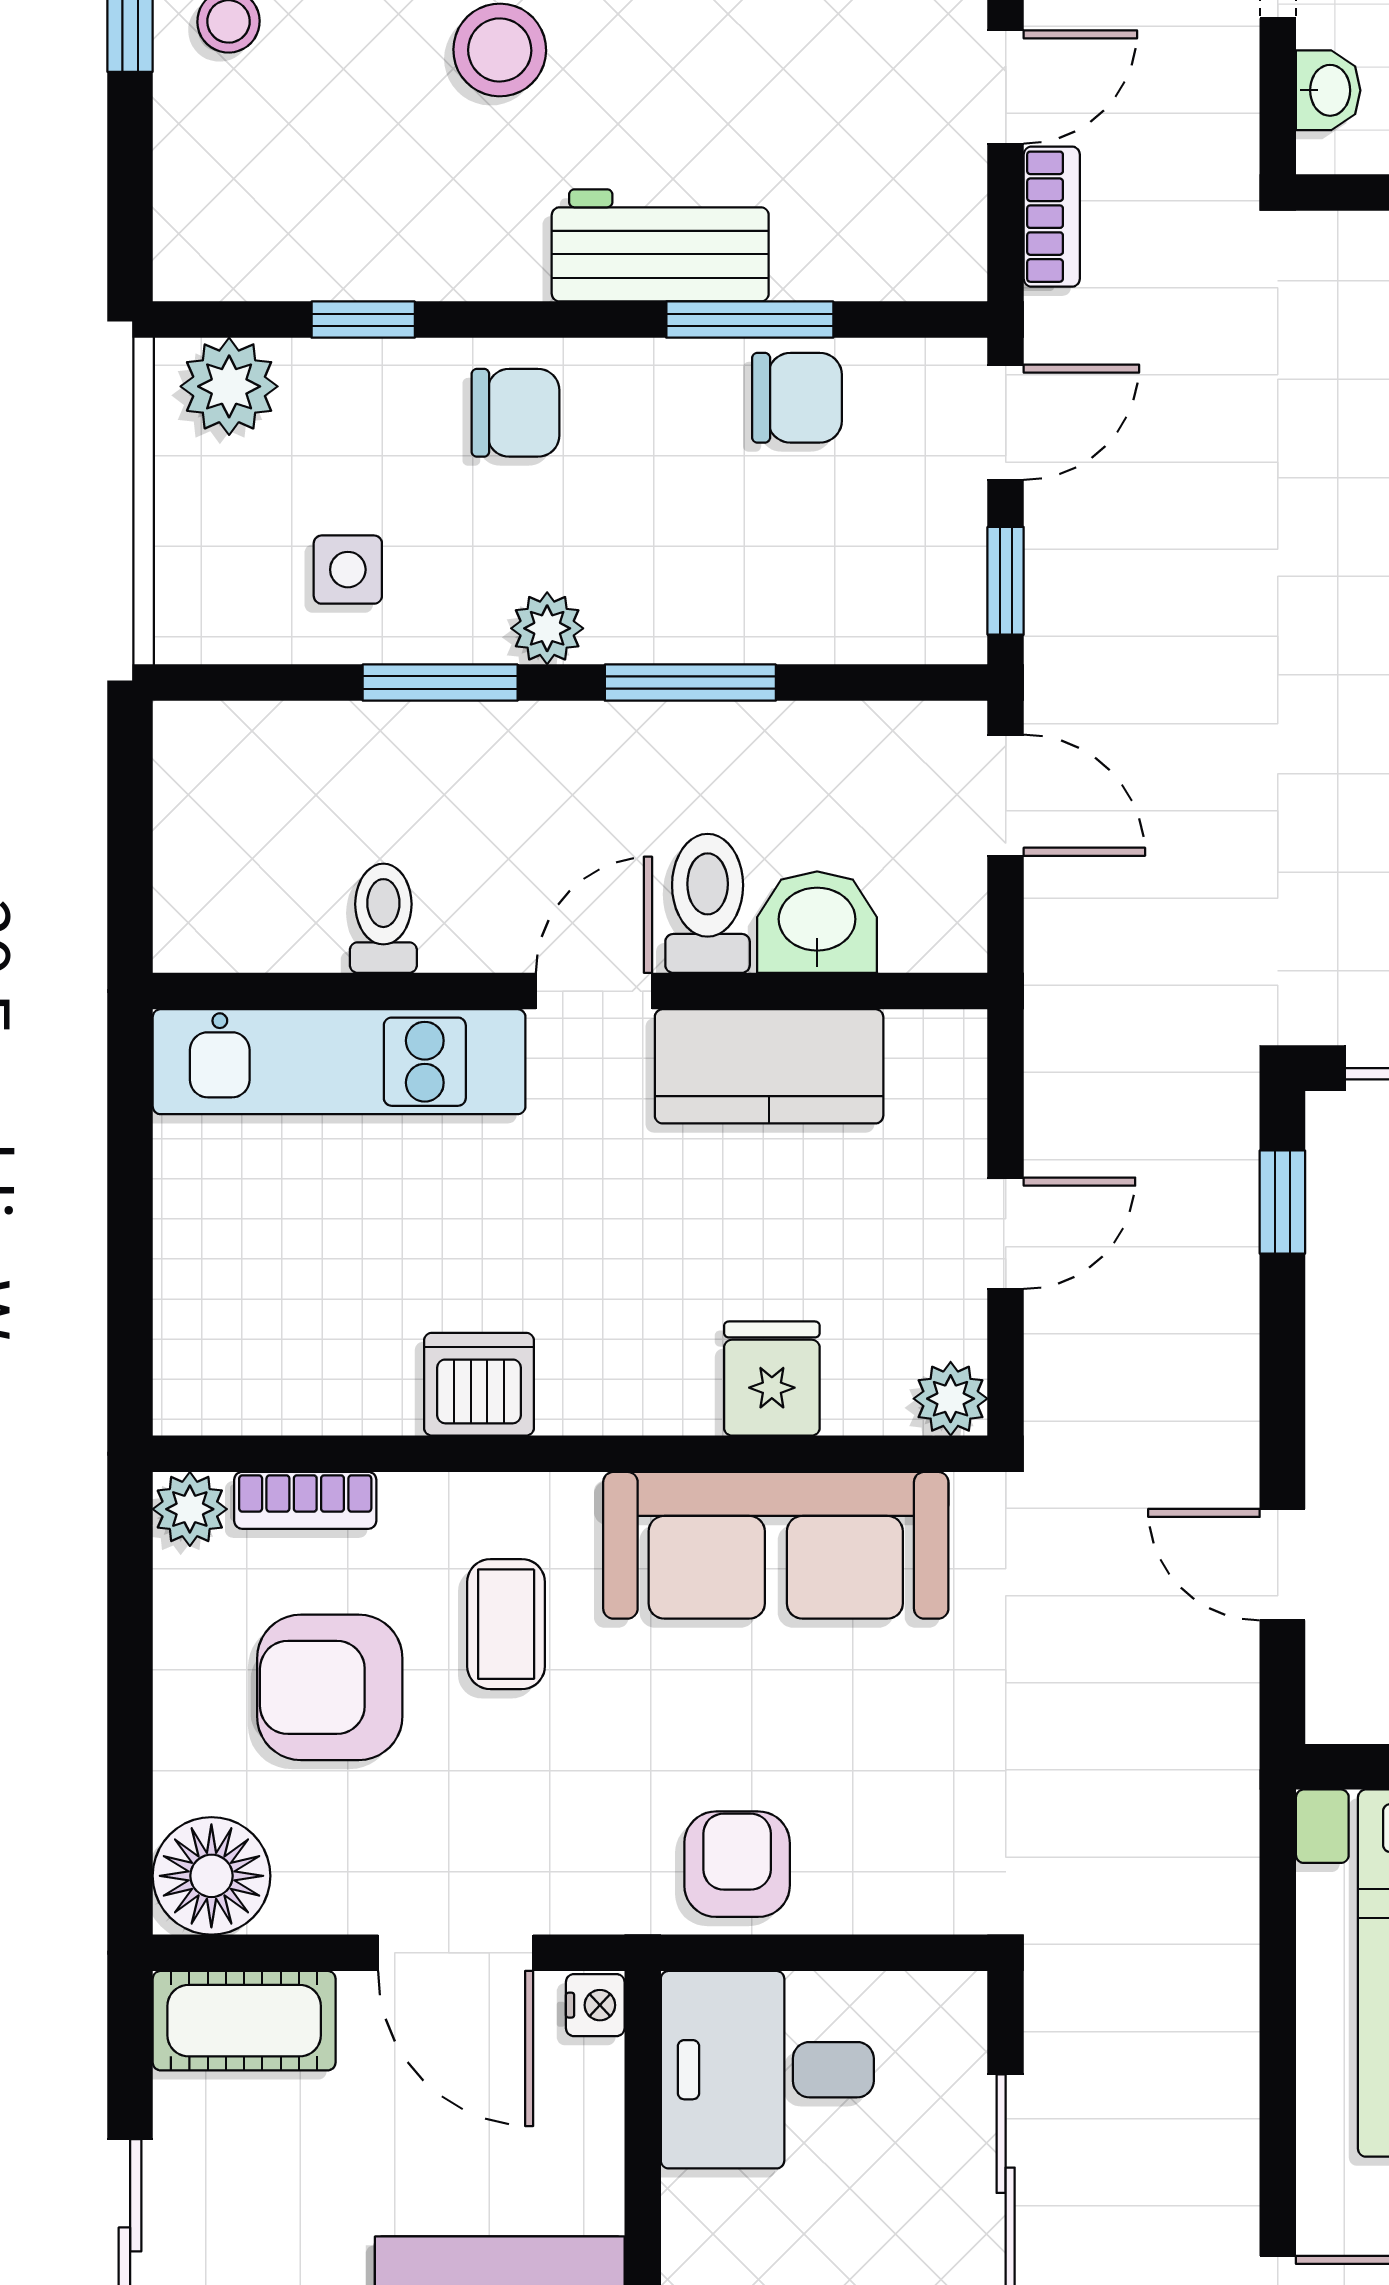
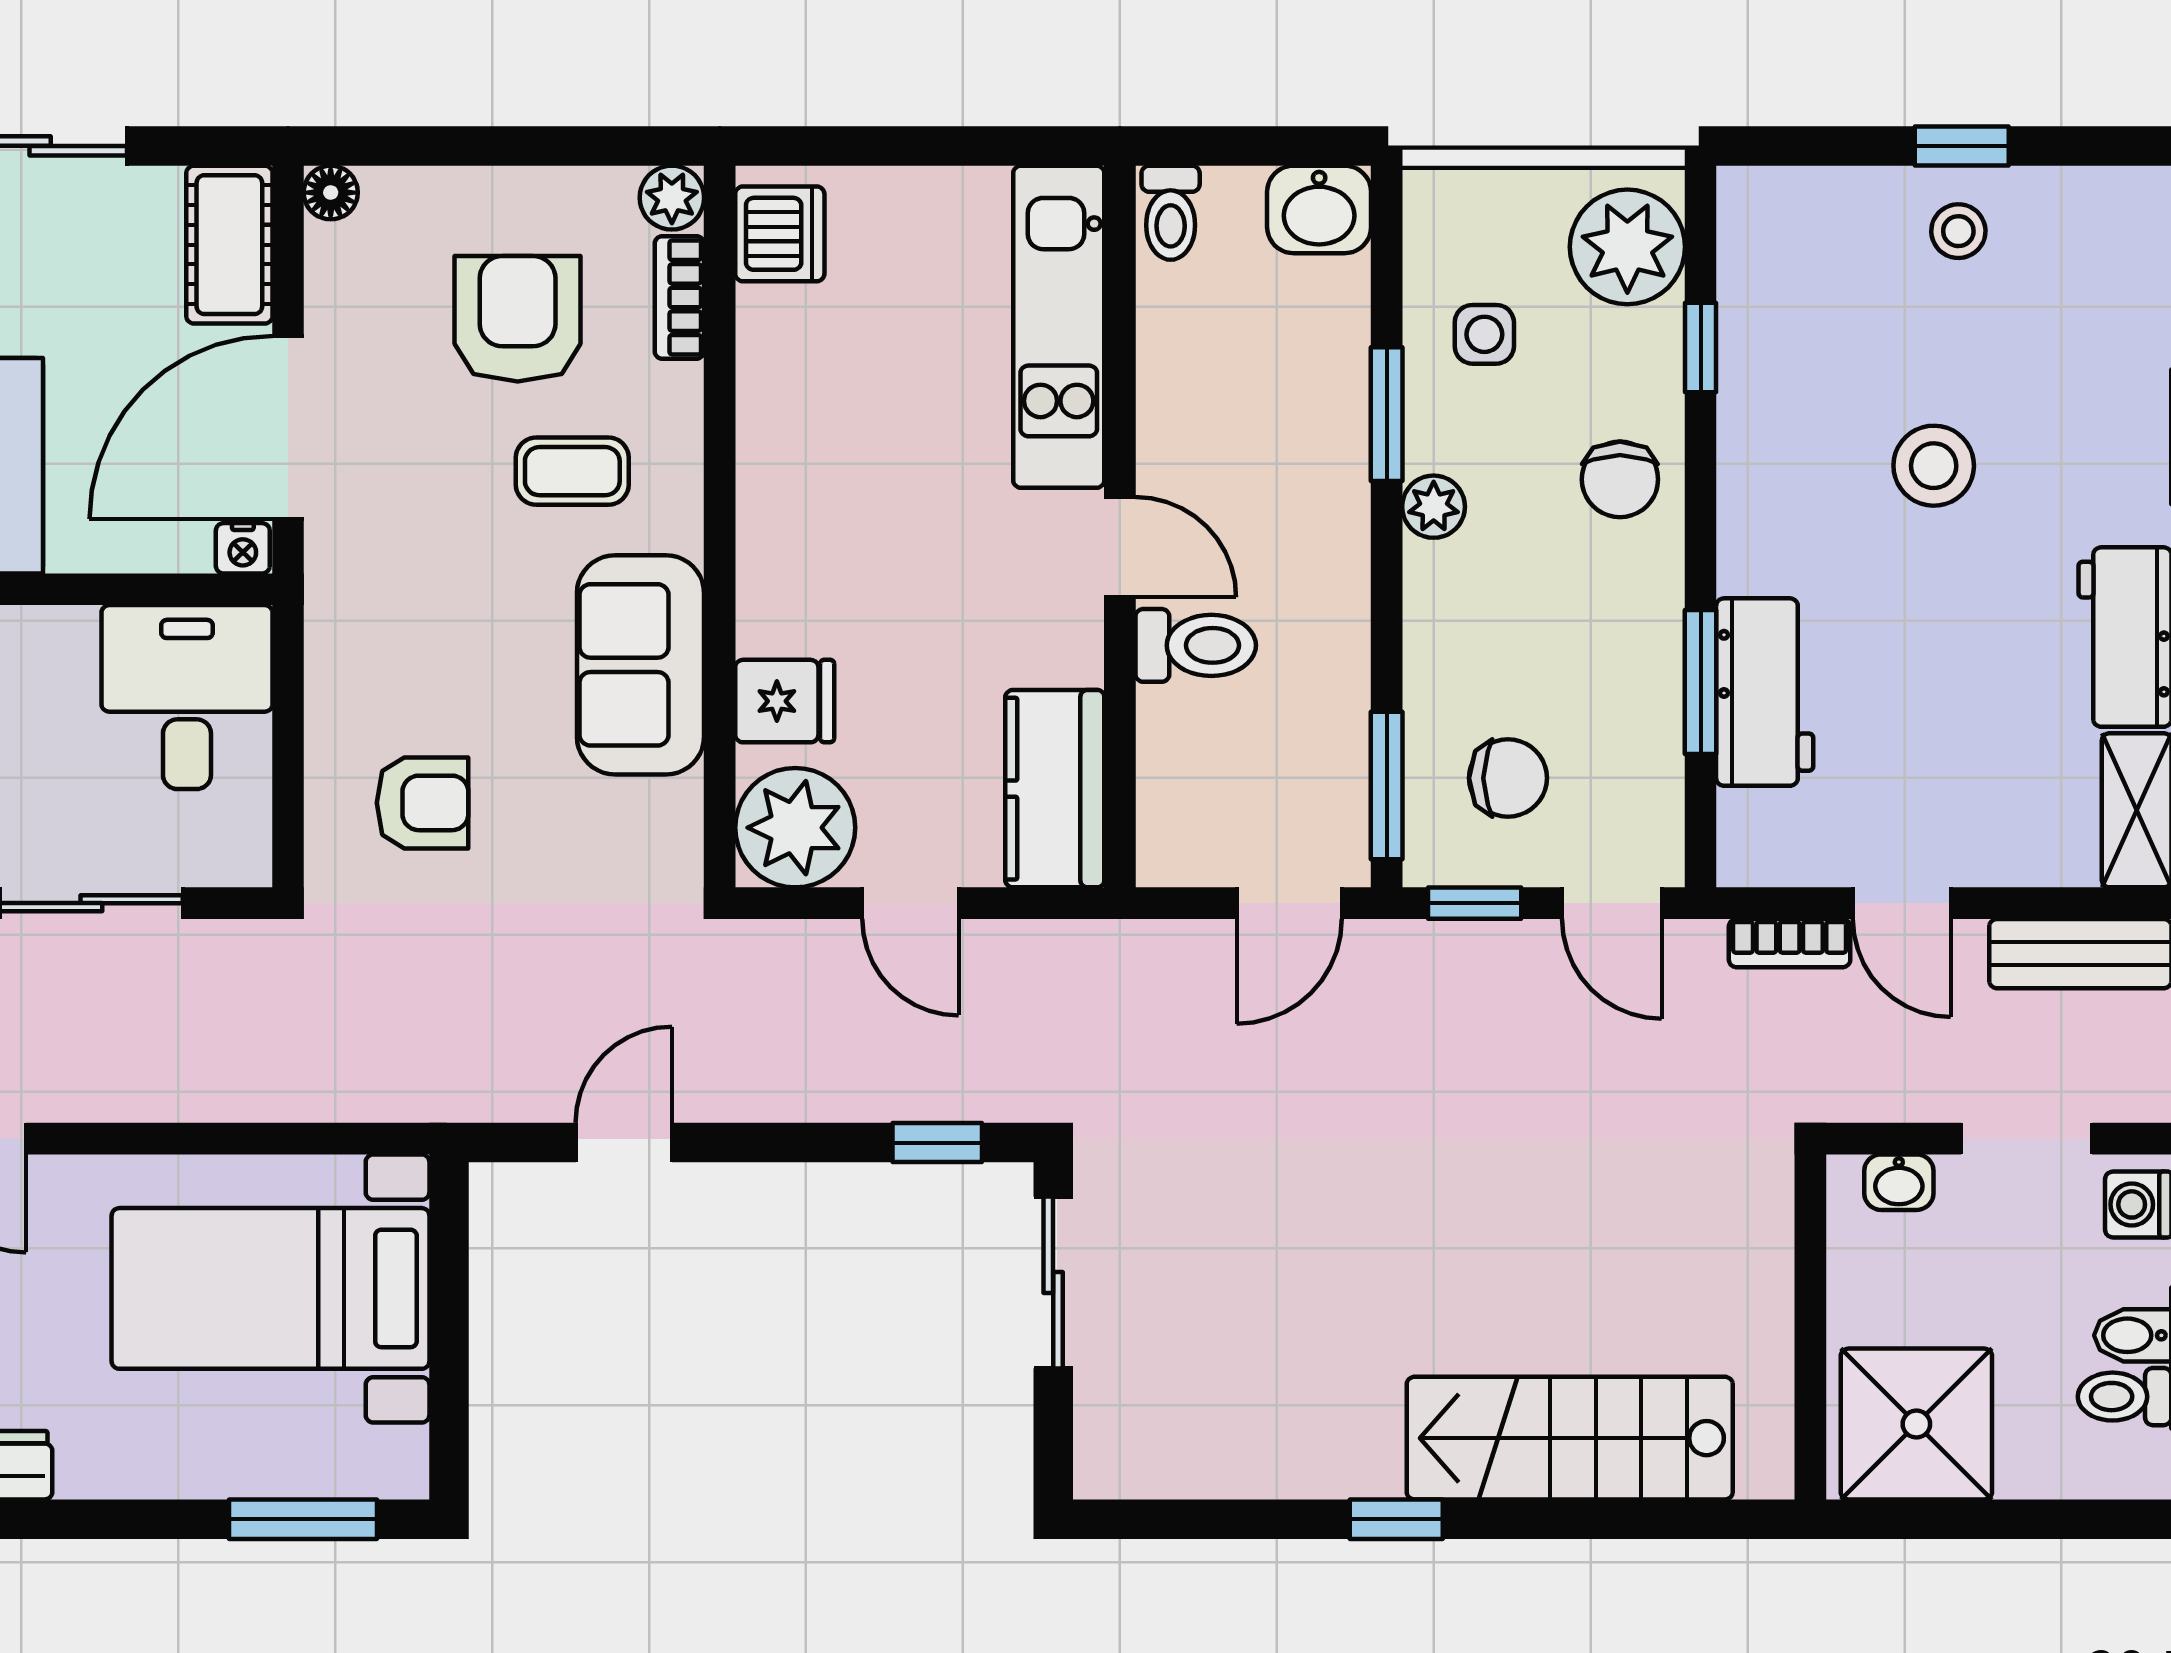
workbench: (660, 245) -> (1765, 692), moved
plant: (229, 386) -> (1627, 247), width x1.36, depth x1.36
chair: (797, 398) -> (1508, 778), moved, turned -90
window: (690, 683) -> (1387, 785), moved
toilet: (383, 918) -> (1171, 213), moved, turned 90
washbasin: (817, 922) -> (1319, 209), moved, turned 90
kitchen counter: (769, 1066) -> (1055, 789), moved
dishwasher: (479, 1384) -> (780, 234), moved
plant: (951, 1399) -> (795, 828), width x1.87, depth x1.87
sofa: (776, 1545) -> (640, 665), width x0.73
armchair: (737, 1864) -> (423, 803), moved
floor lamp: (211, 1876) -> (331, 193), width x0.53, depth x0.53
door: (456, 1953) -> (288, 428), width x1.36

